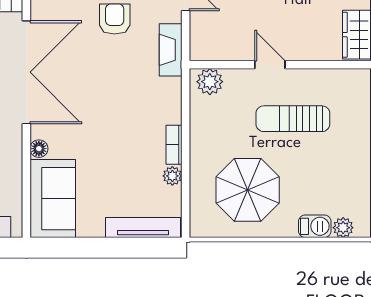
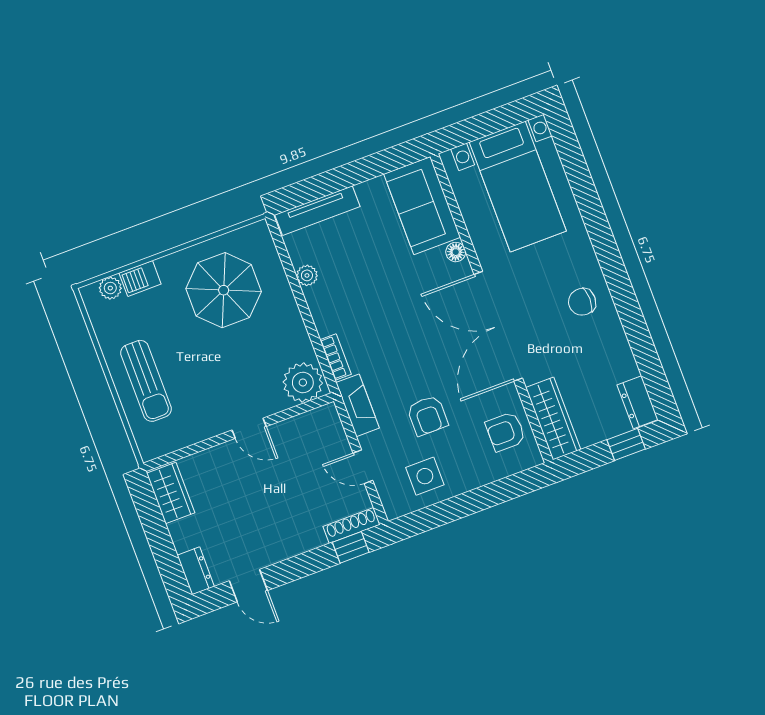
plant: (210, 82) -> (303, 383), width x1.36, depth x1.36
sun lounger: (293, 119) -> (146, 381), moved, turned 90
bookcase: (174, 145) -> (336, 357), moved

